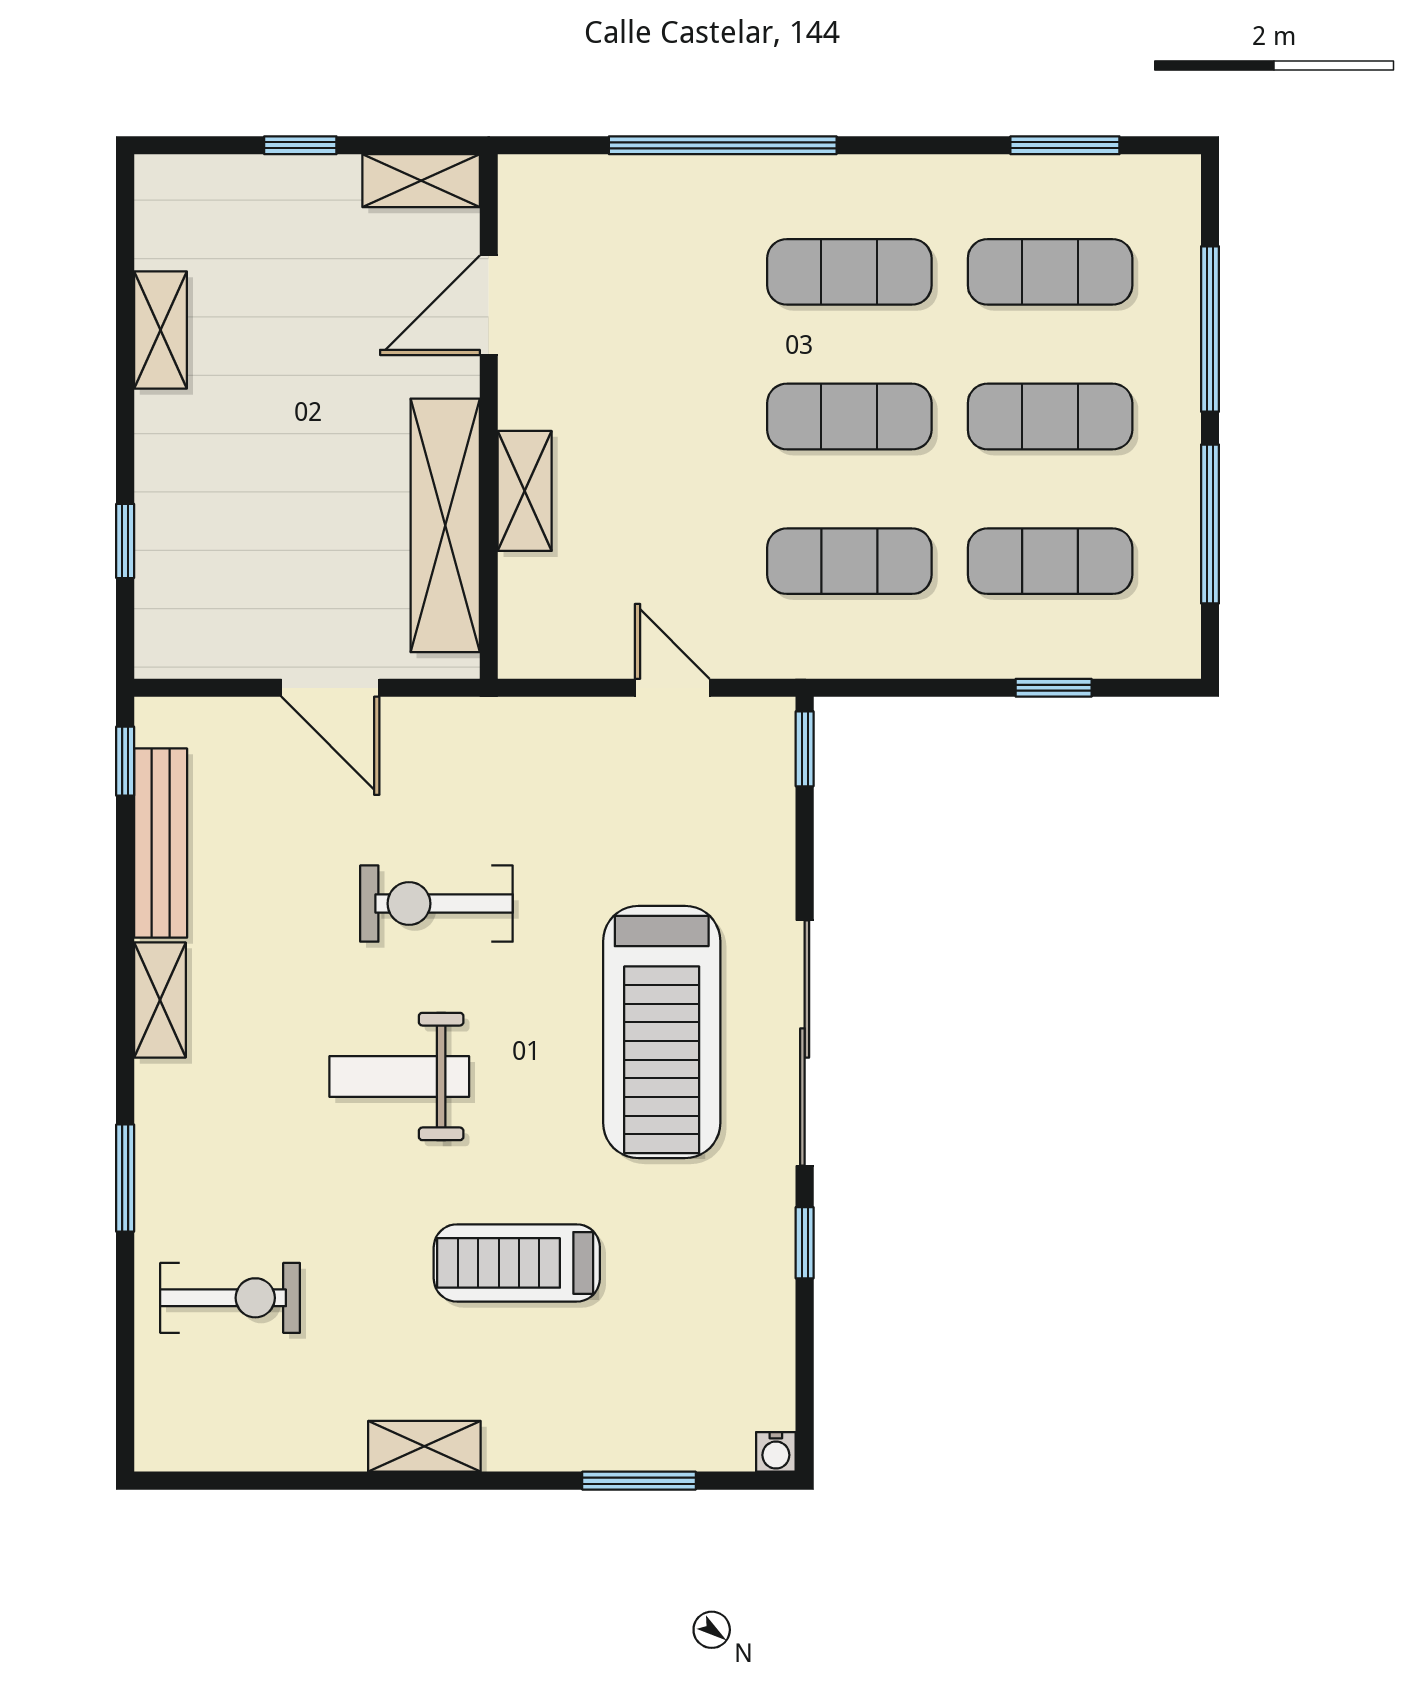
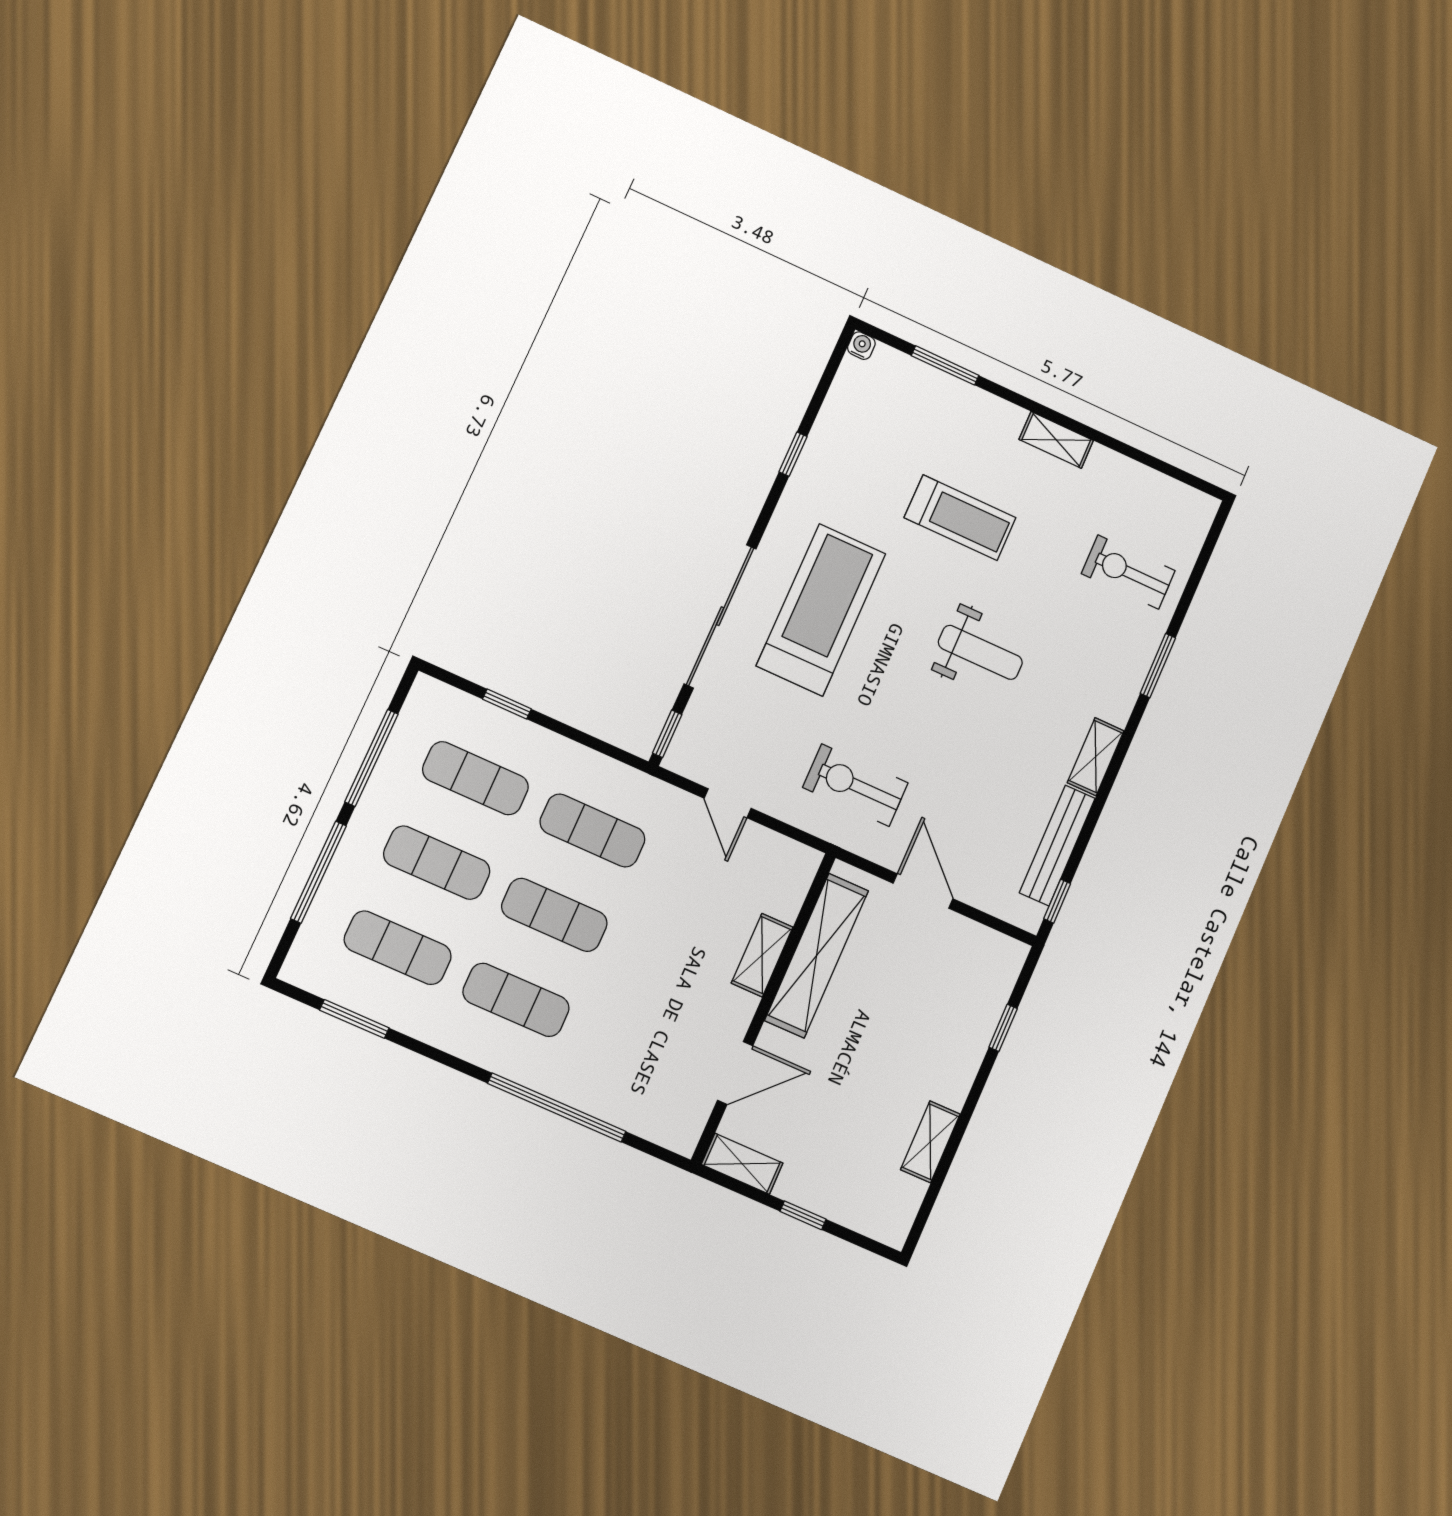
exercise bike: (436, 904) -> (855, 785), moved, turned 180
sliding door: (805, 1043) -> (720, 616), moved

